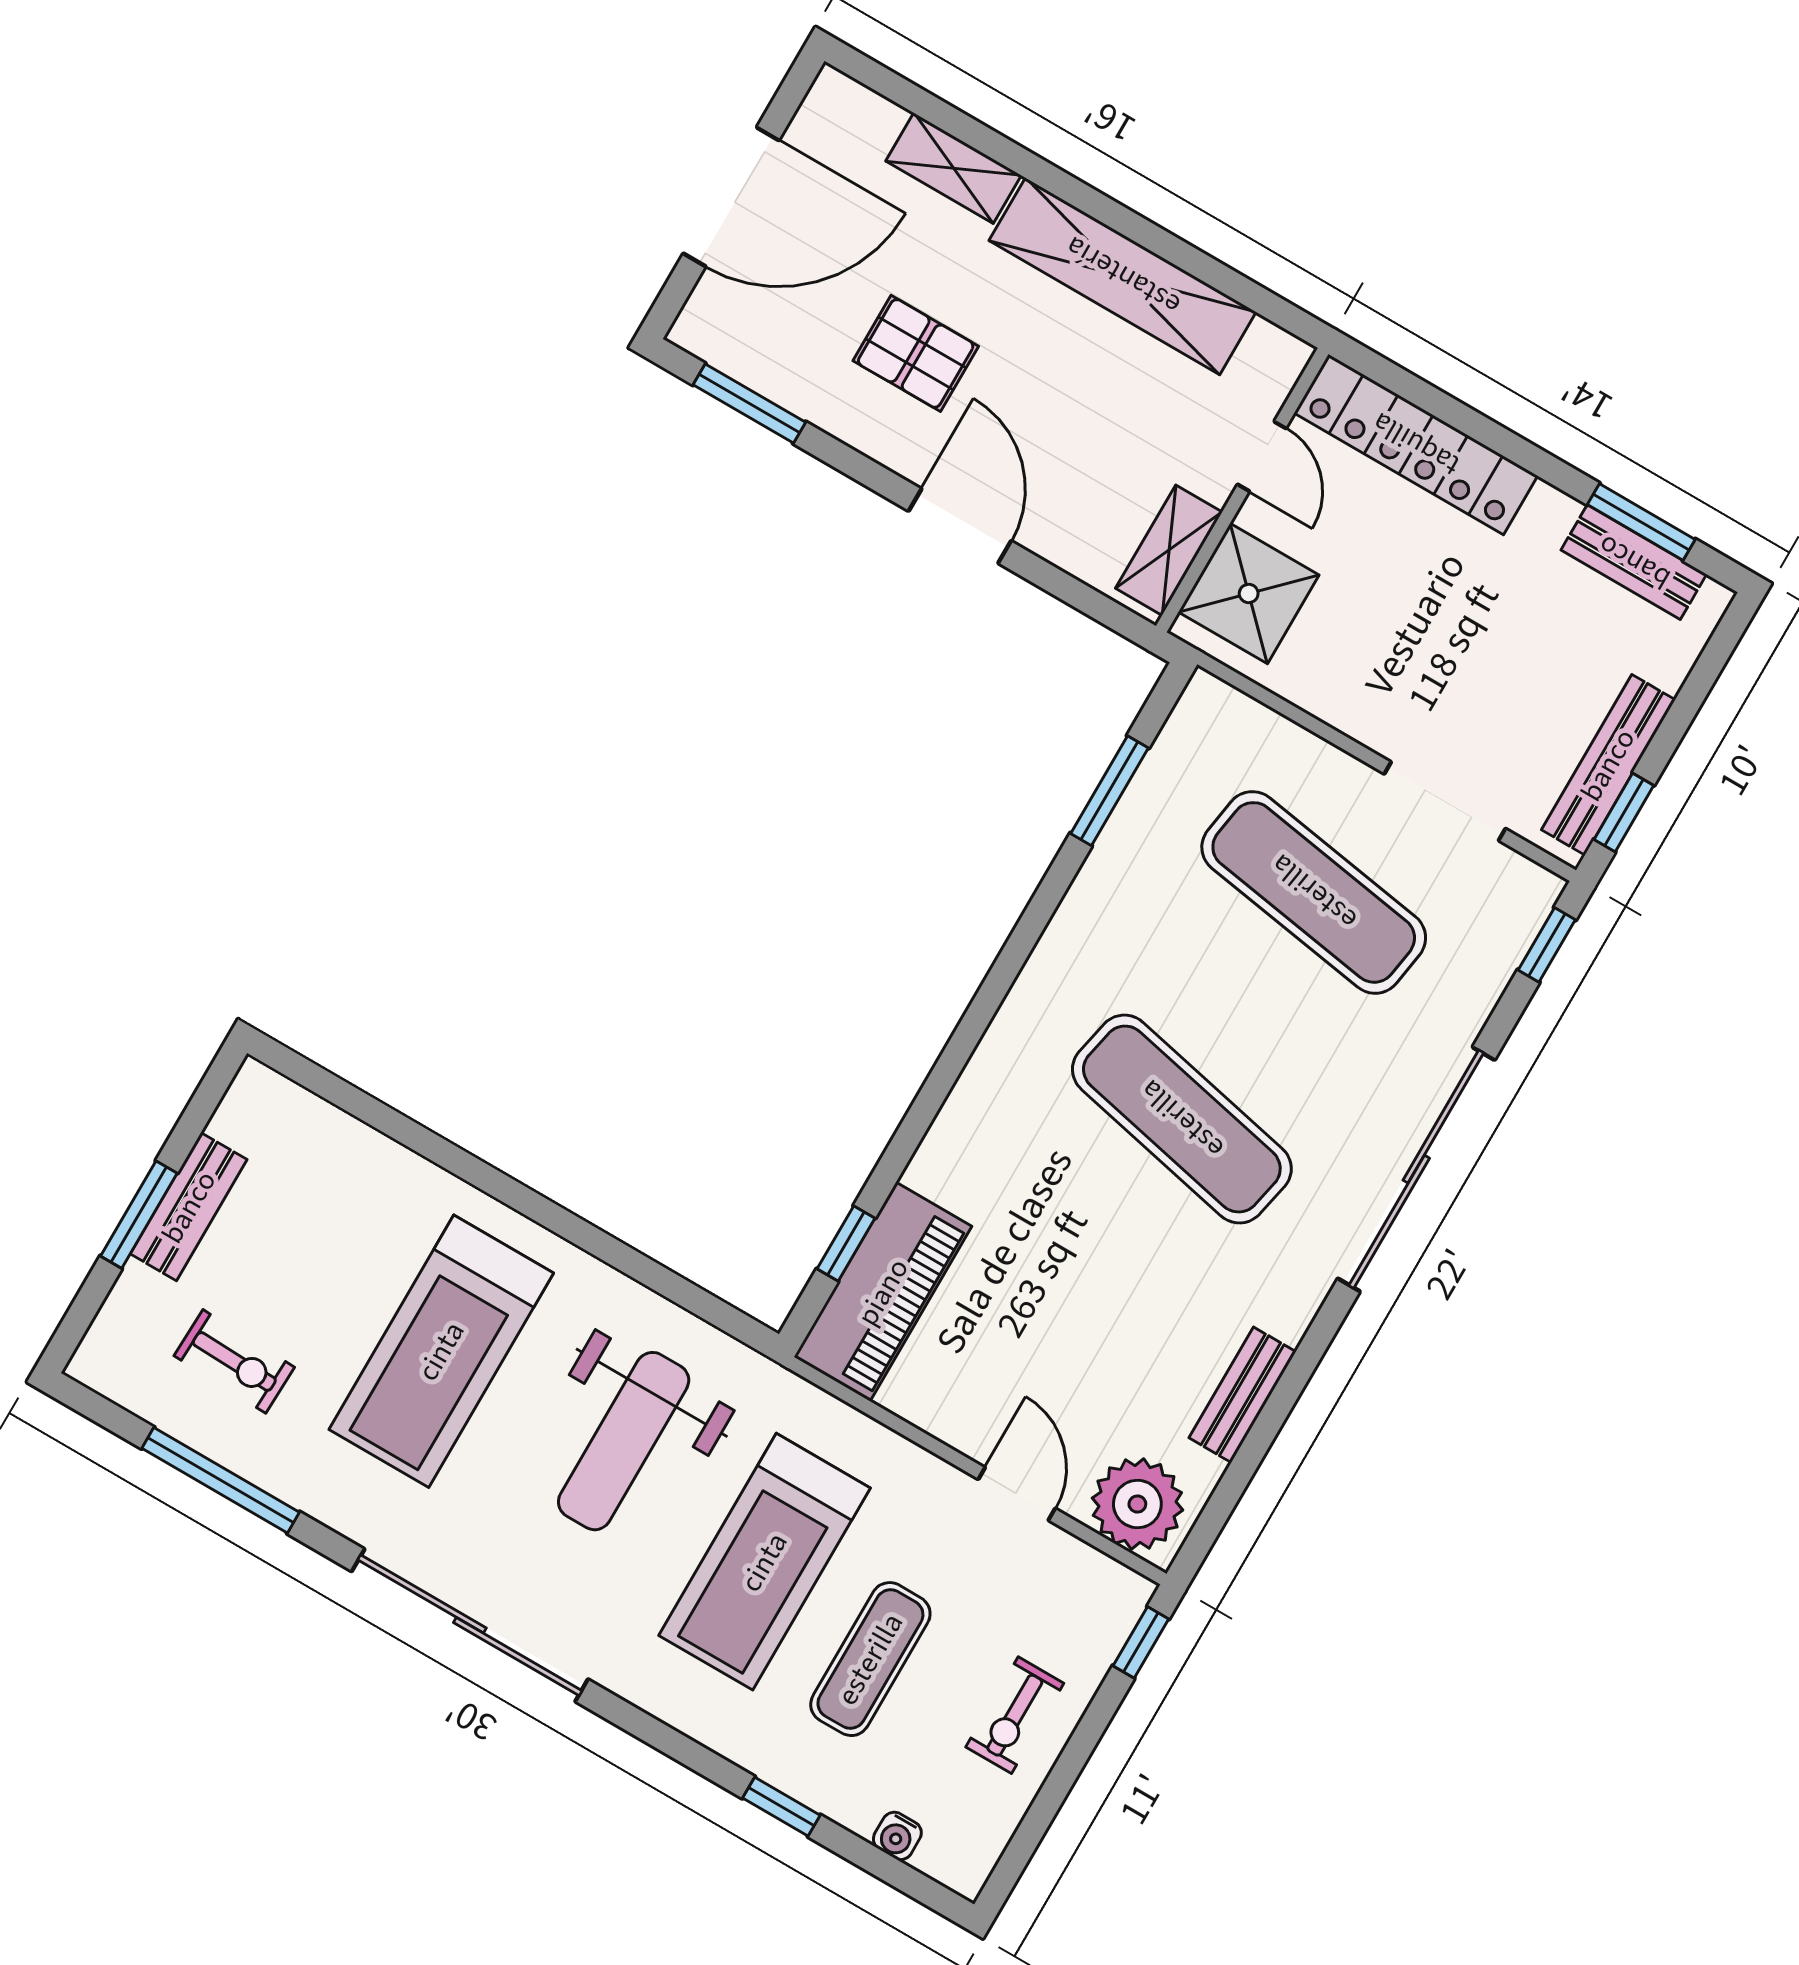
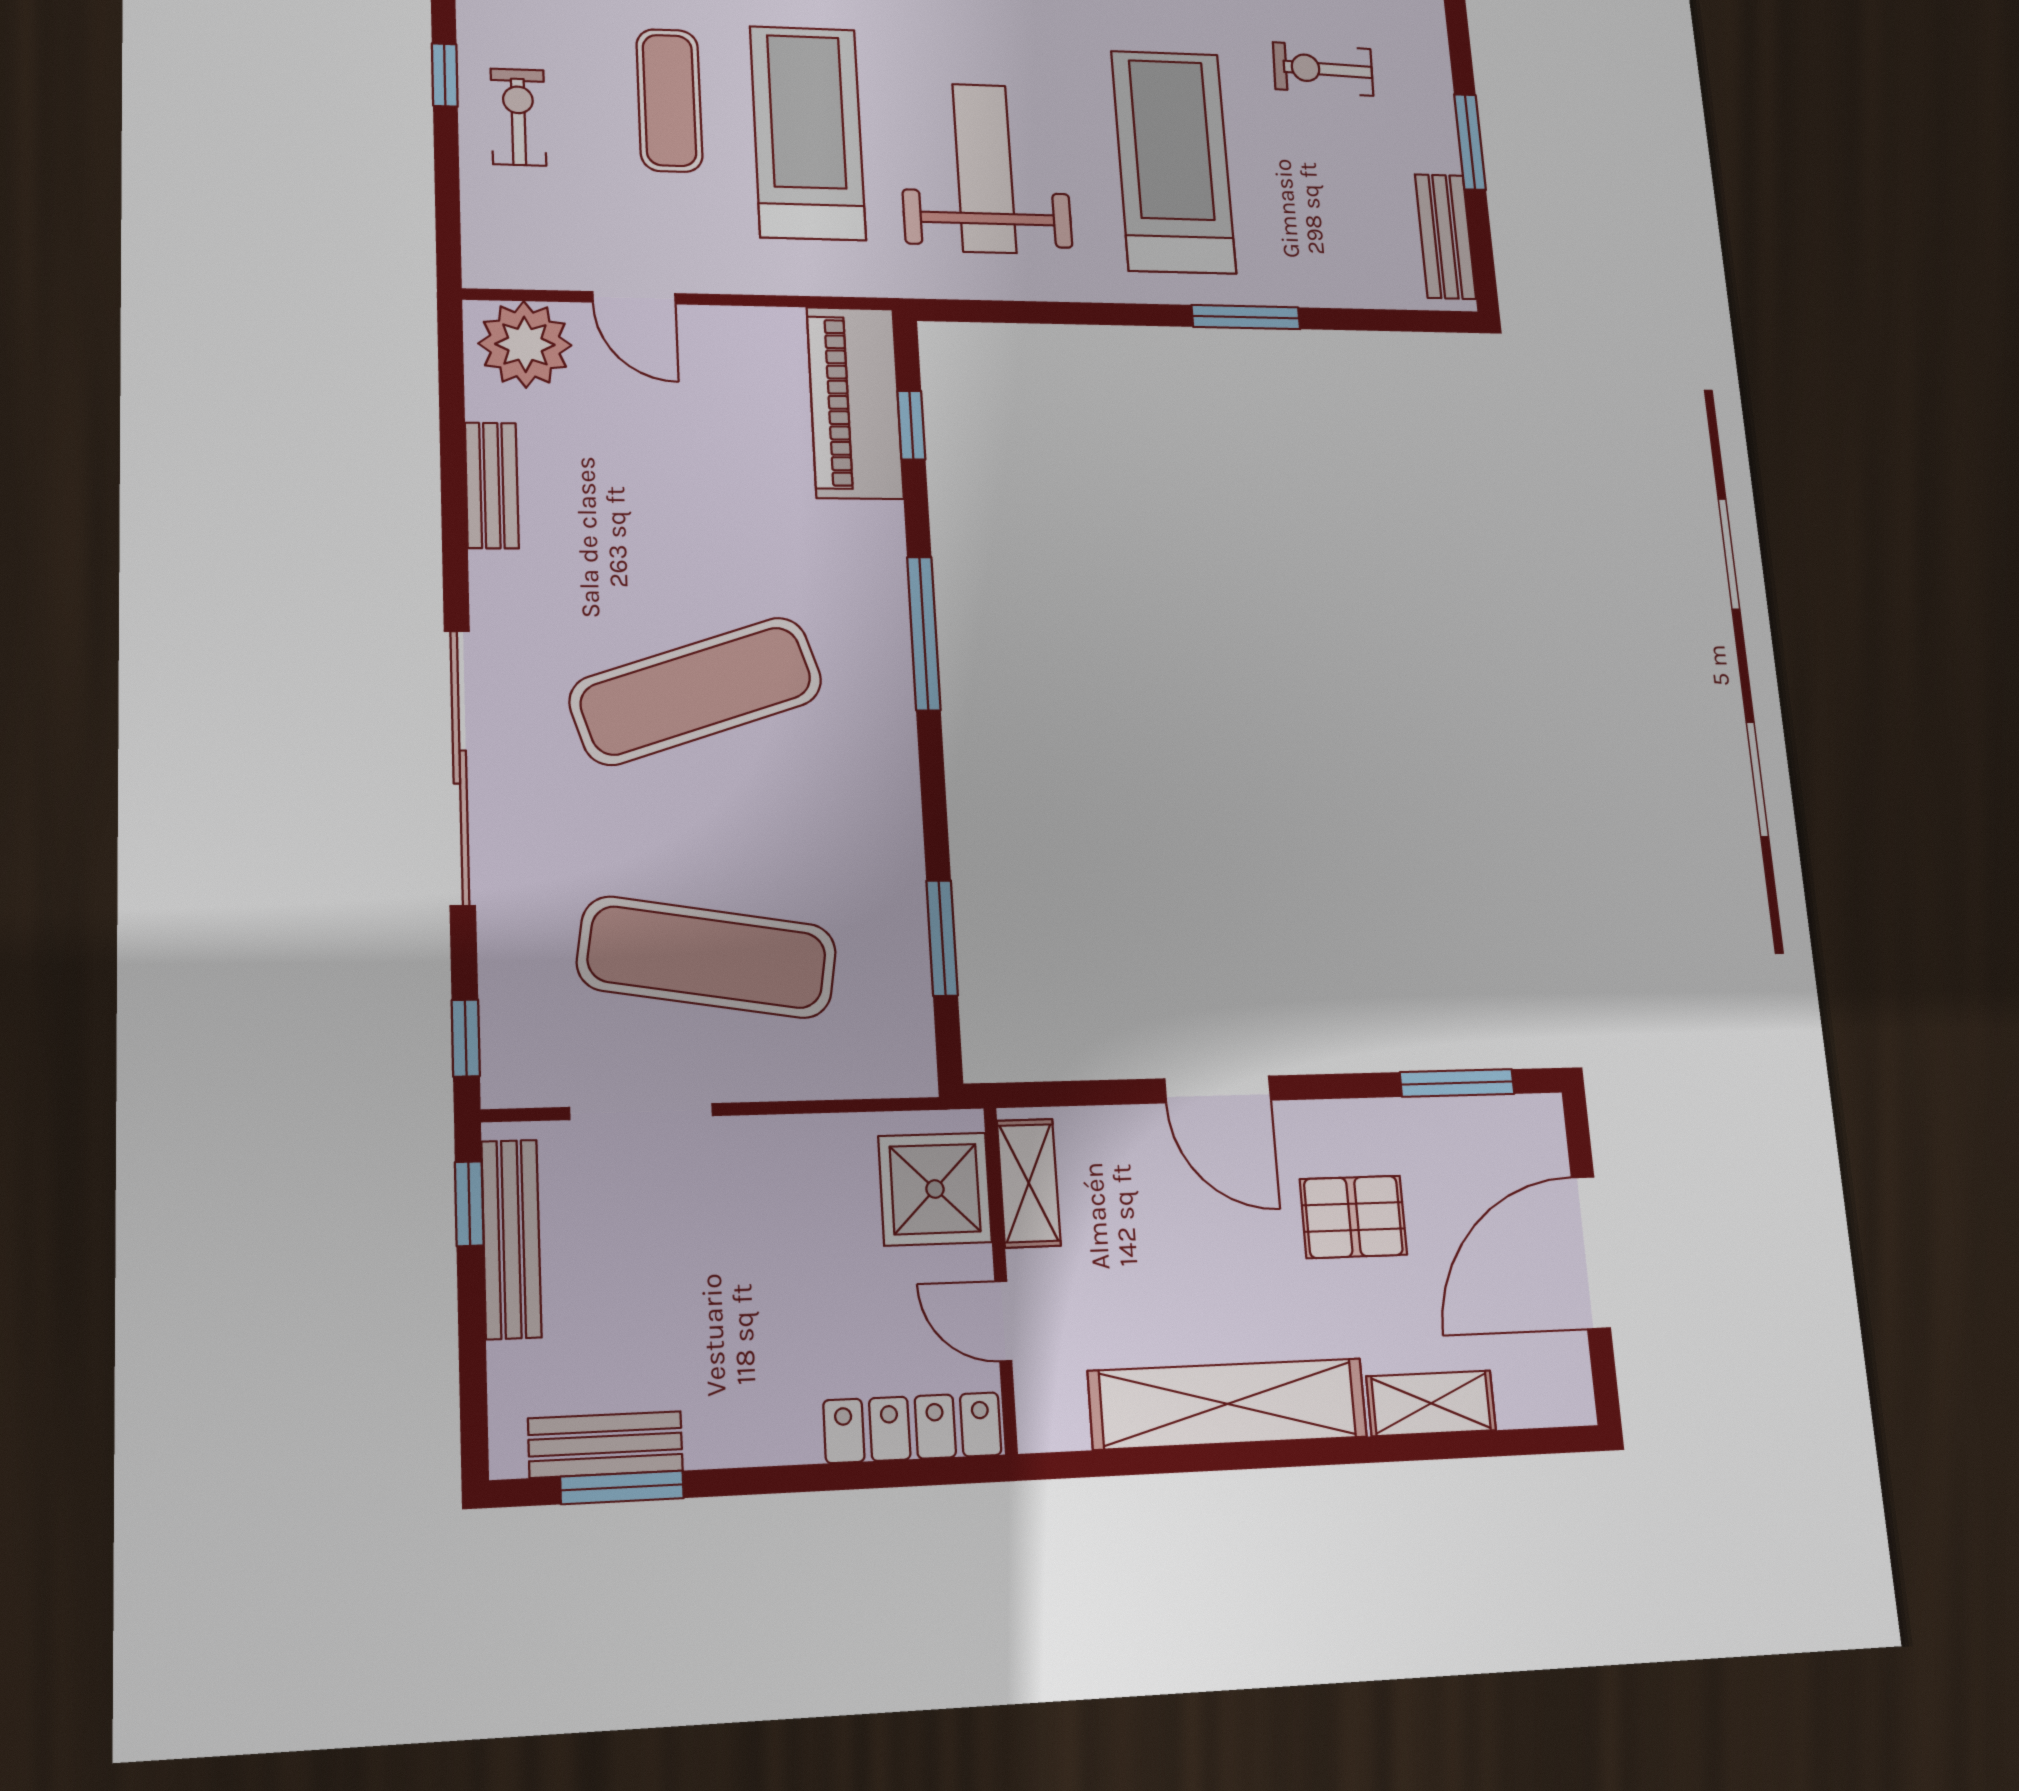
locker: (1416, 444) -> (913, 1428), width x0.71, depth x0.83
window: (956, 1055) -> (924, 633), added
exercise mat: (1182, 1119) -> (696, 691), turned -30
window: (473, 1170) -> (1246, 317), added
bench: (189, 1207) -> (1445, 236), moved
window: (1141, 1642) -> (445, 75), moved

